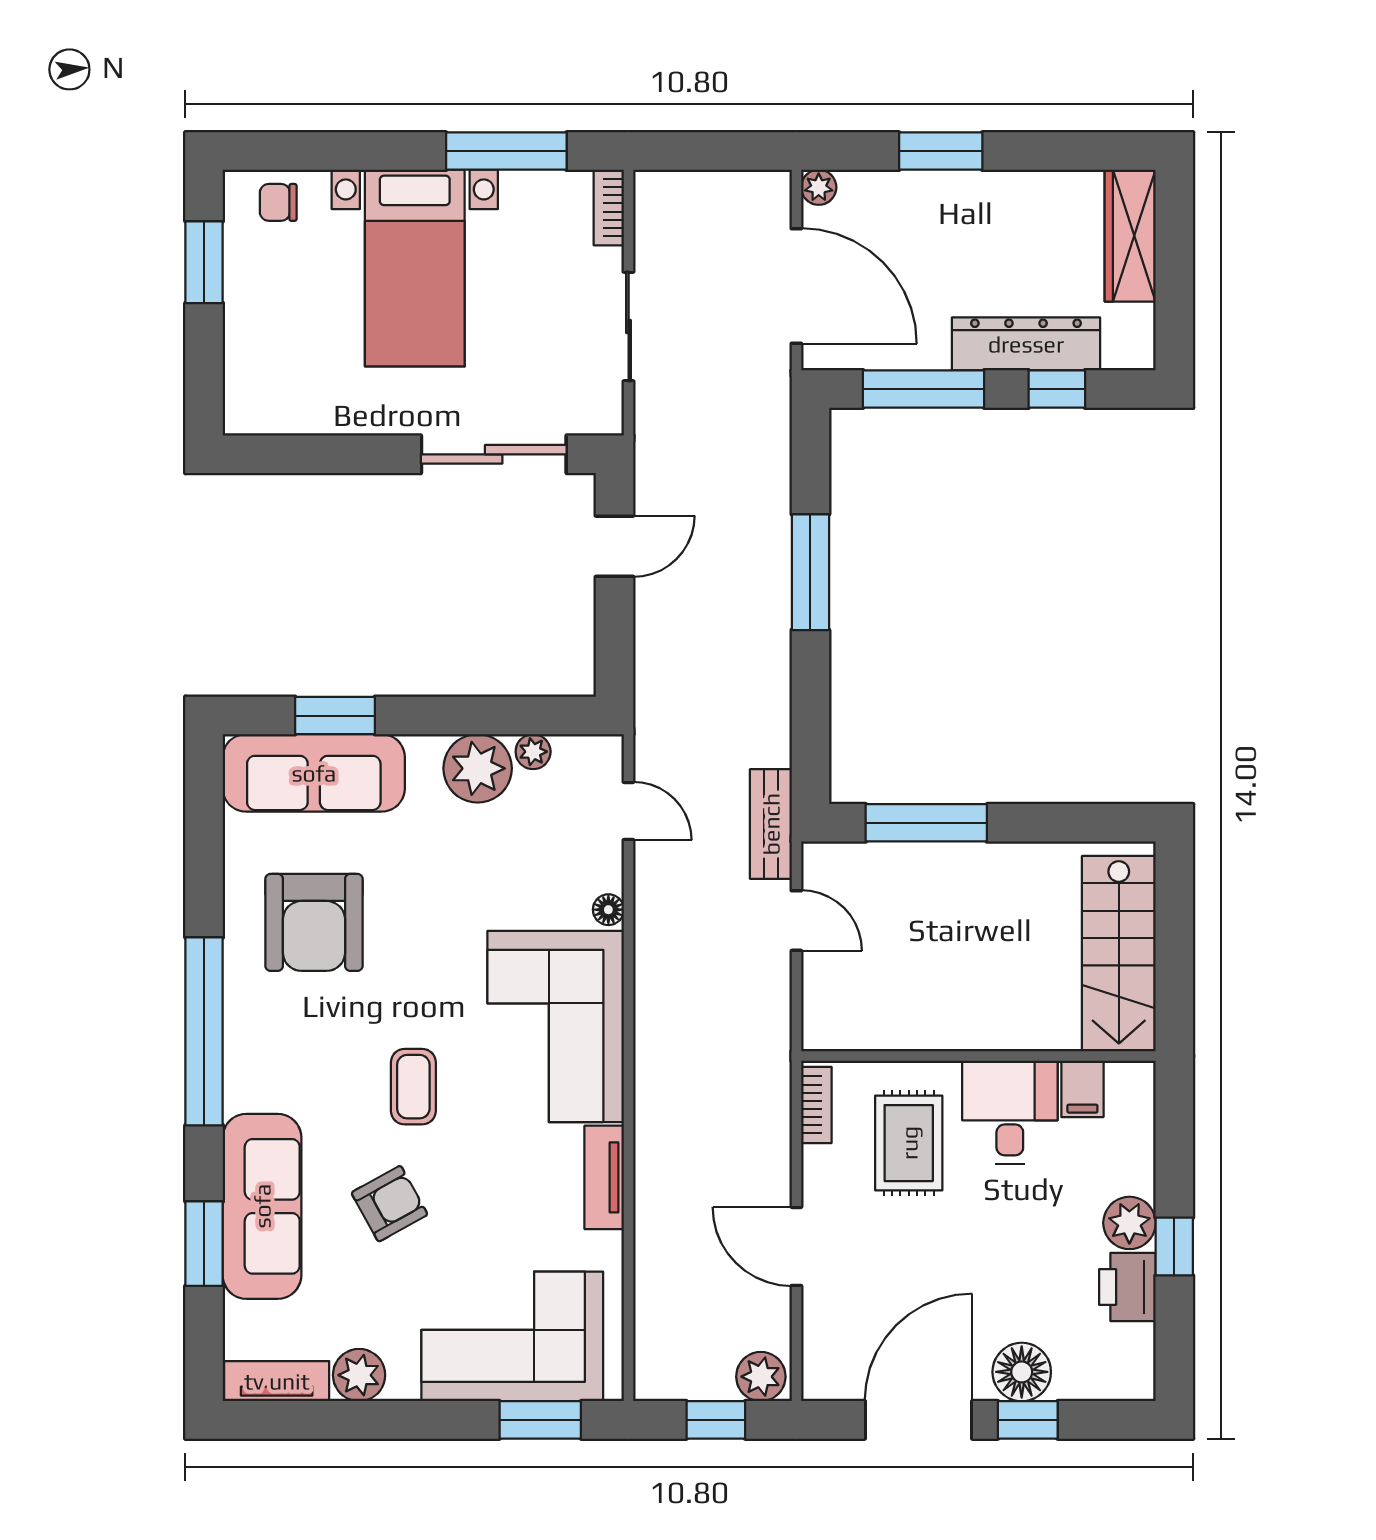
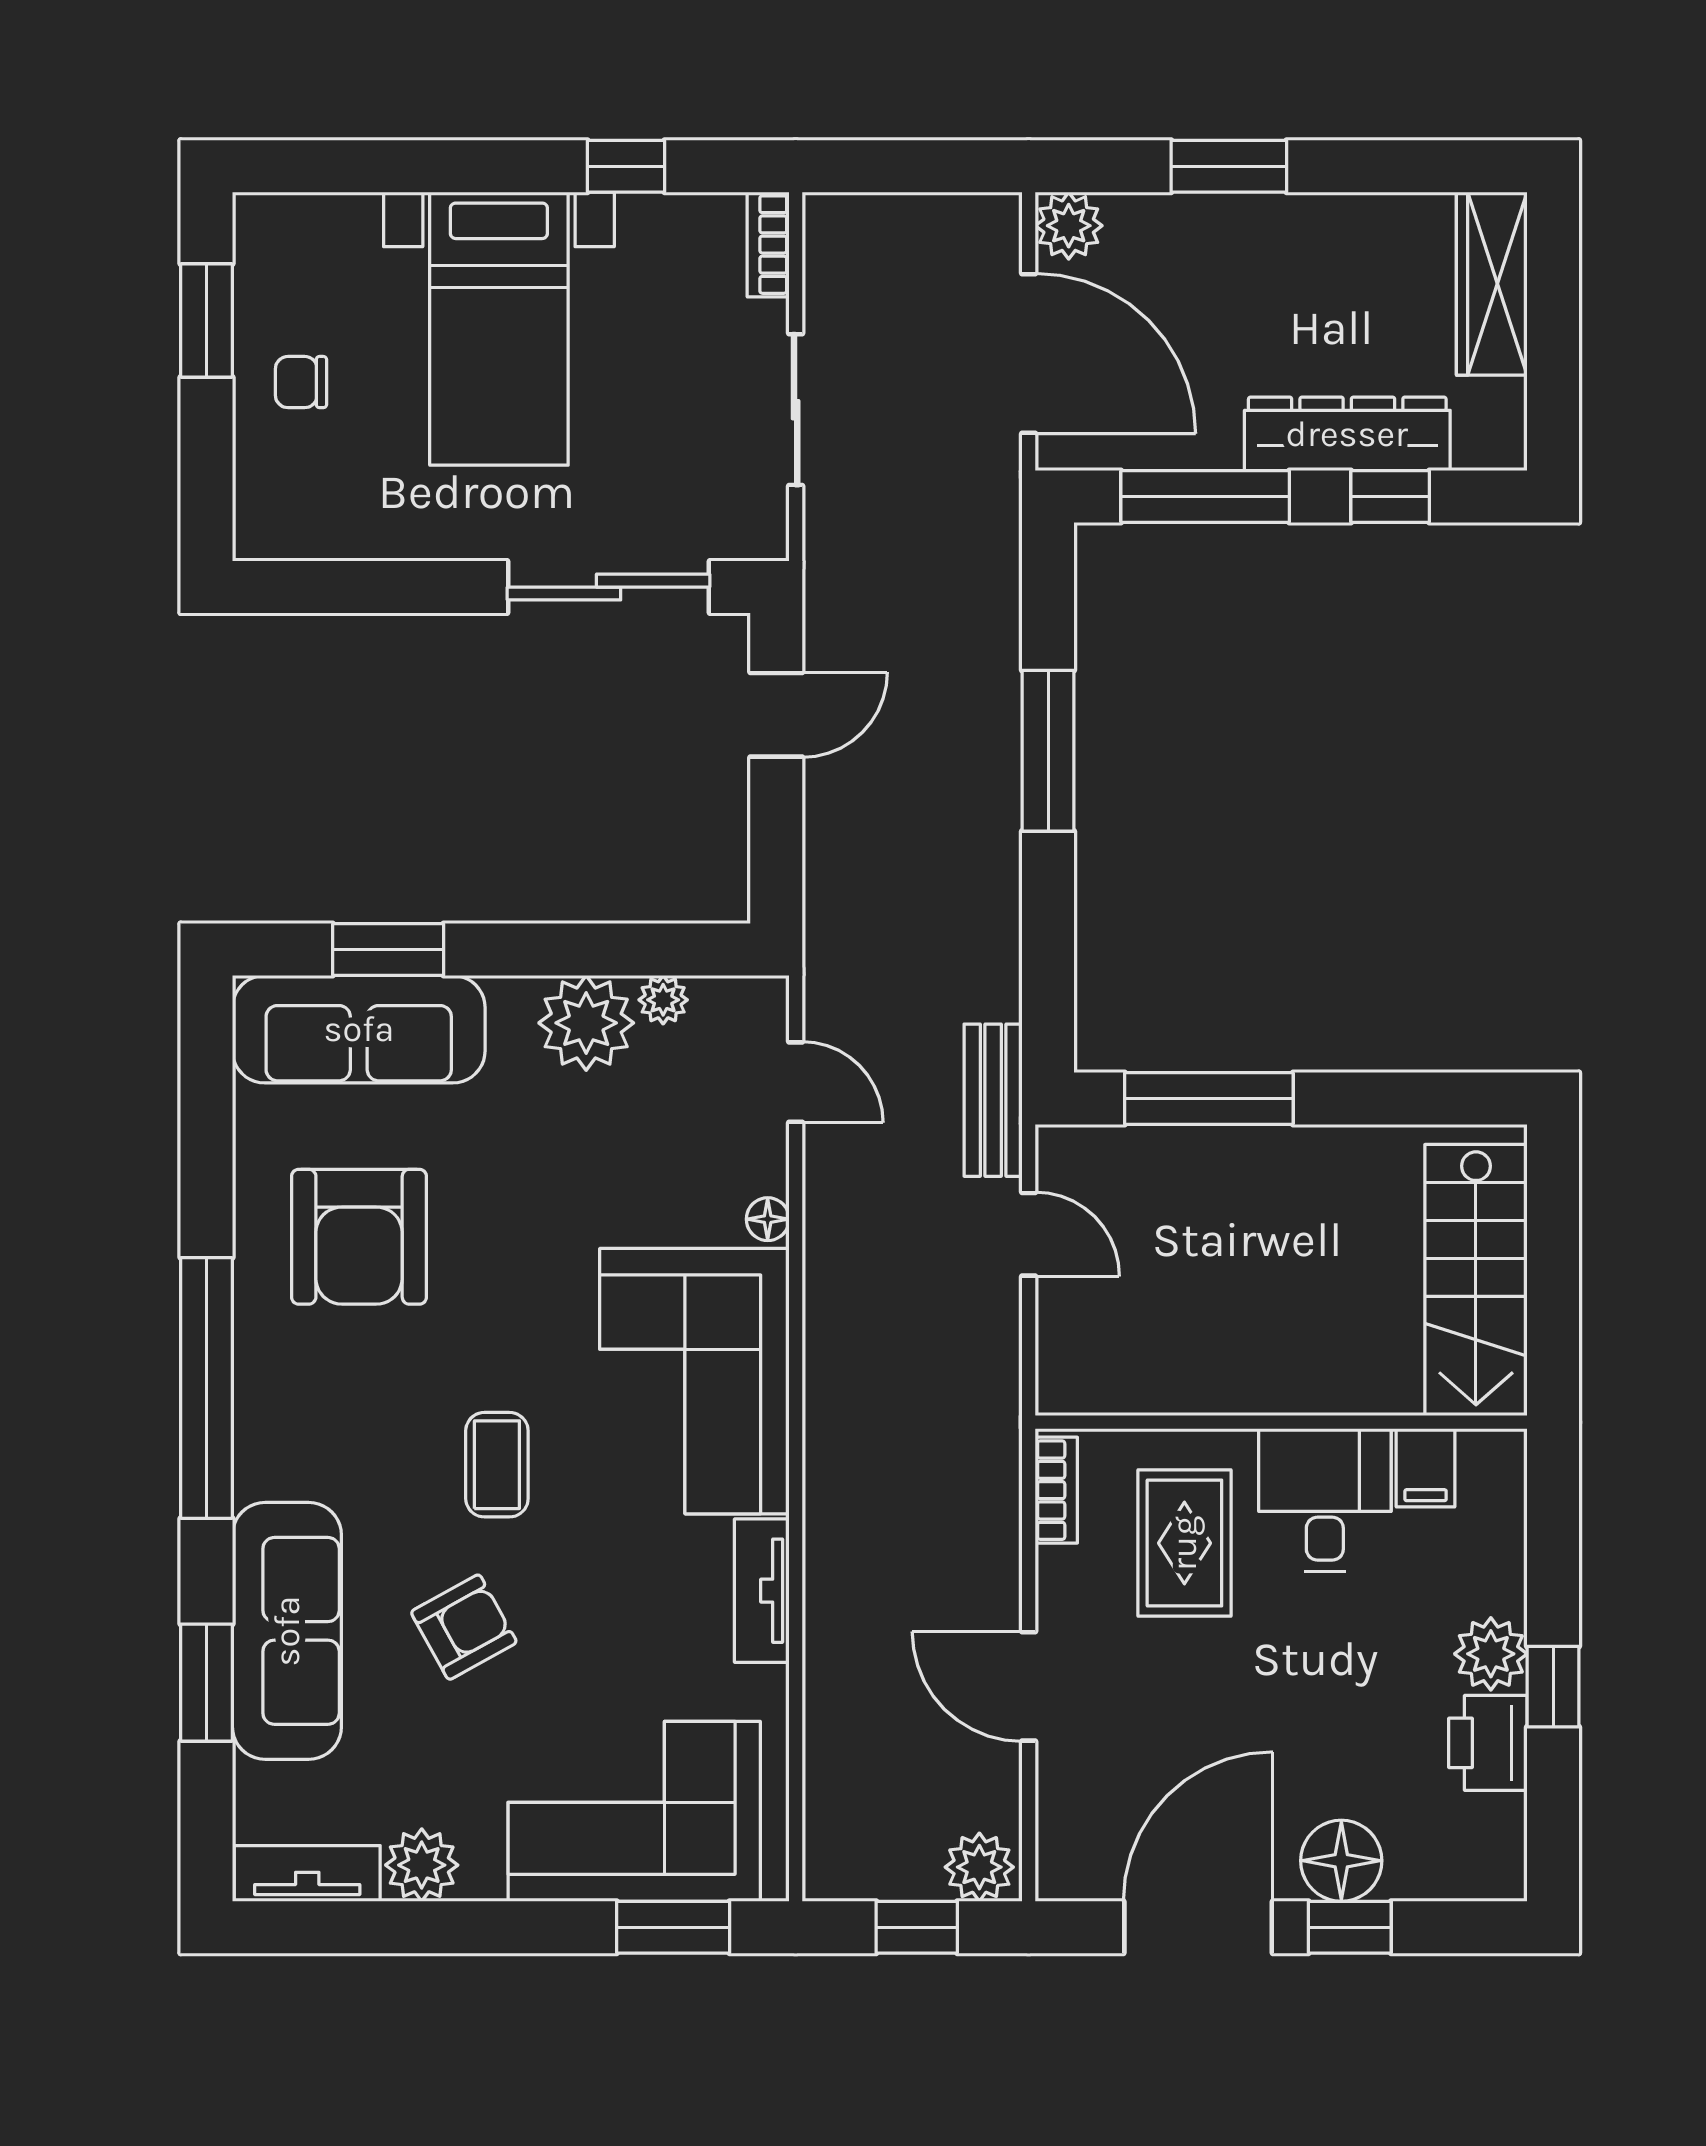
window: (506, 151) -> (626, 166), width x0.46
plant: (819, 187) -> (1069, 226), width x1.38, depth x1.38
chair: (278, 202) -> (301, 382), moved

